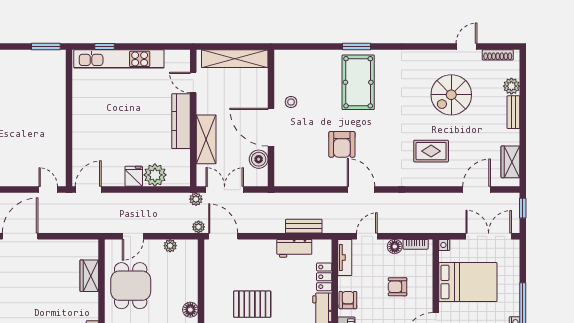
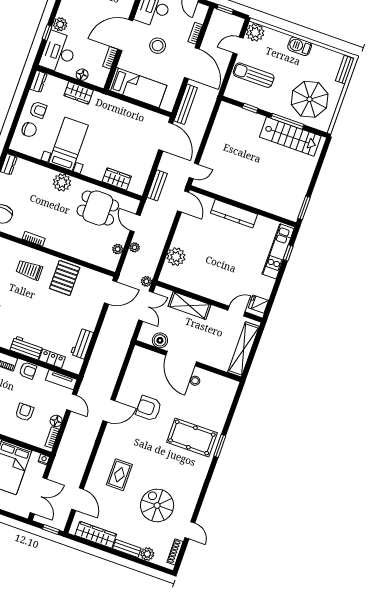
kitchen unit: (119, 59) -> (278, 251), width x0.73
kitchen counter: (181, 121) -> (234, 214), moved, turned 180
door: (271, 127) -> (181, 359), swing flipped
wardrobe: (510, 162) -> (96, 535), width x1.50
fridge: (134, 176) -> (258, 304), moved, turned 180
bench: (304, 226) -> (157, 185), moved
plant: (199, 227) -> (135, 247), moved
pallet: (252, 304) -> (65, 278), moved
floor lamp: (190, 310) -> (63, 247), removed

